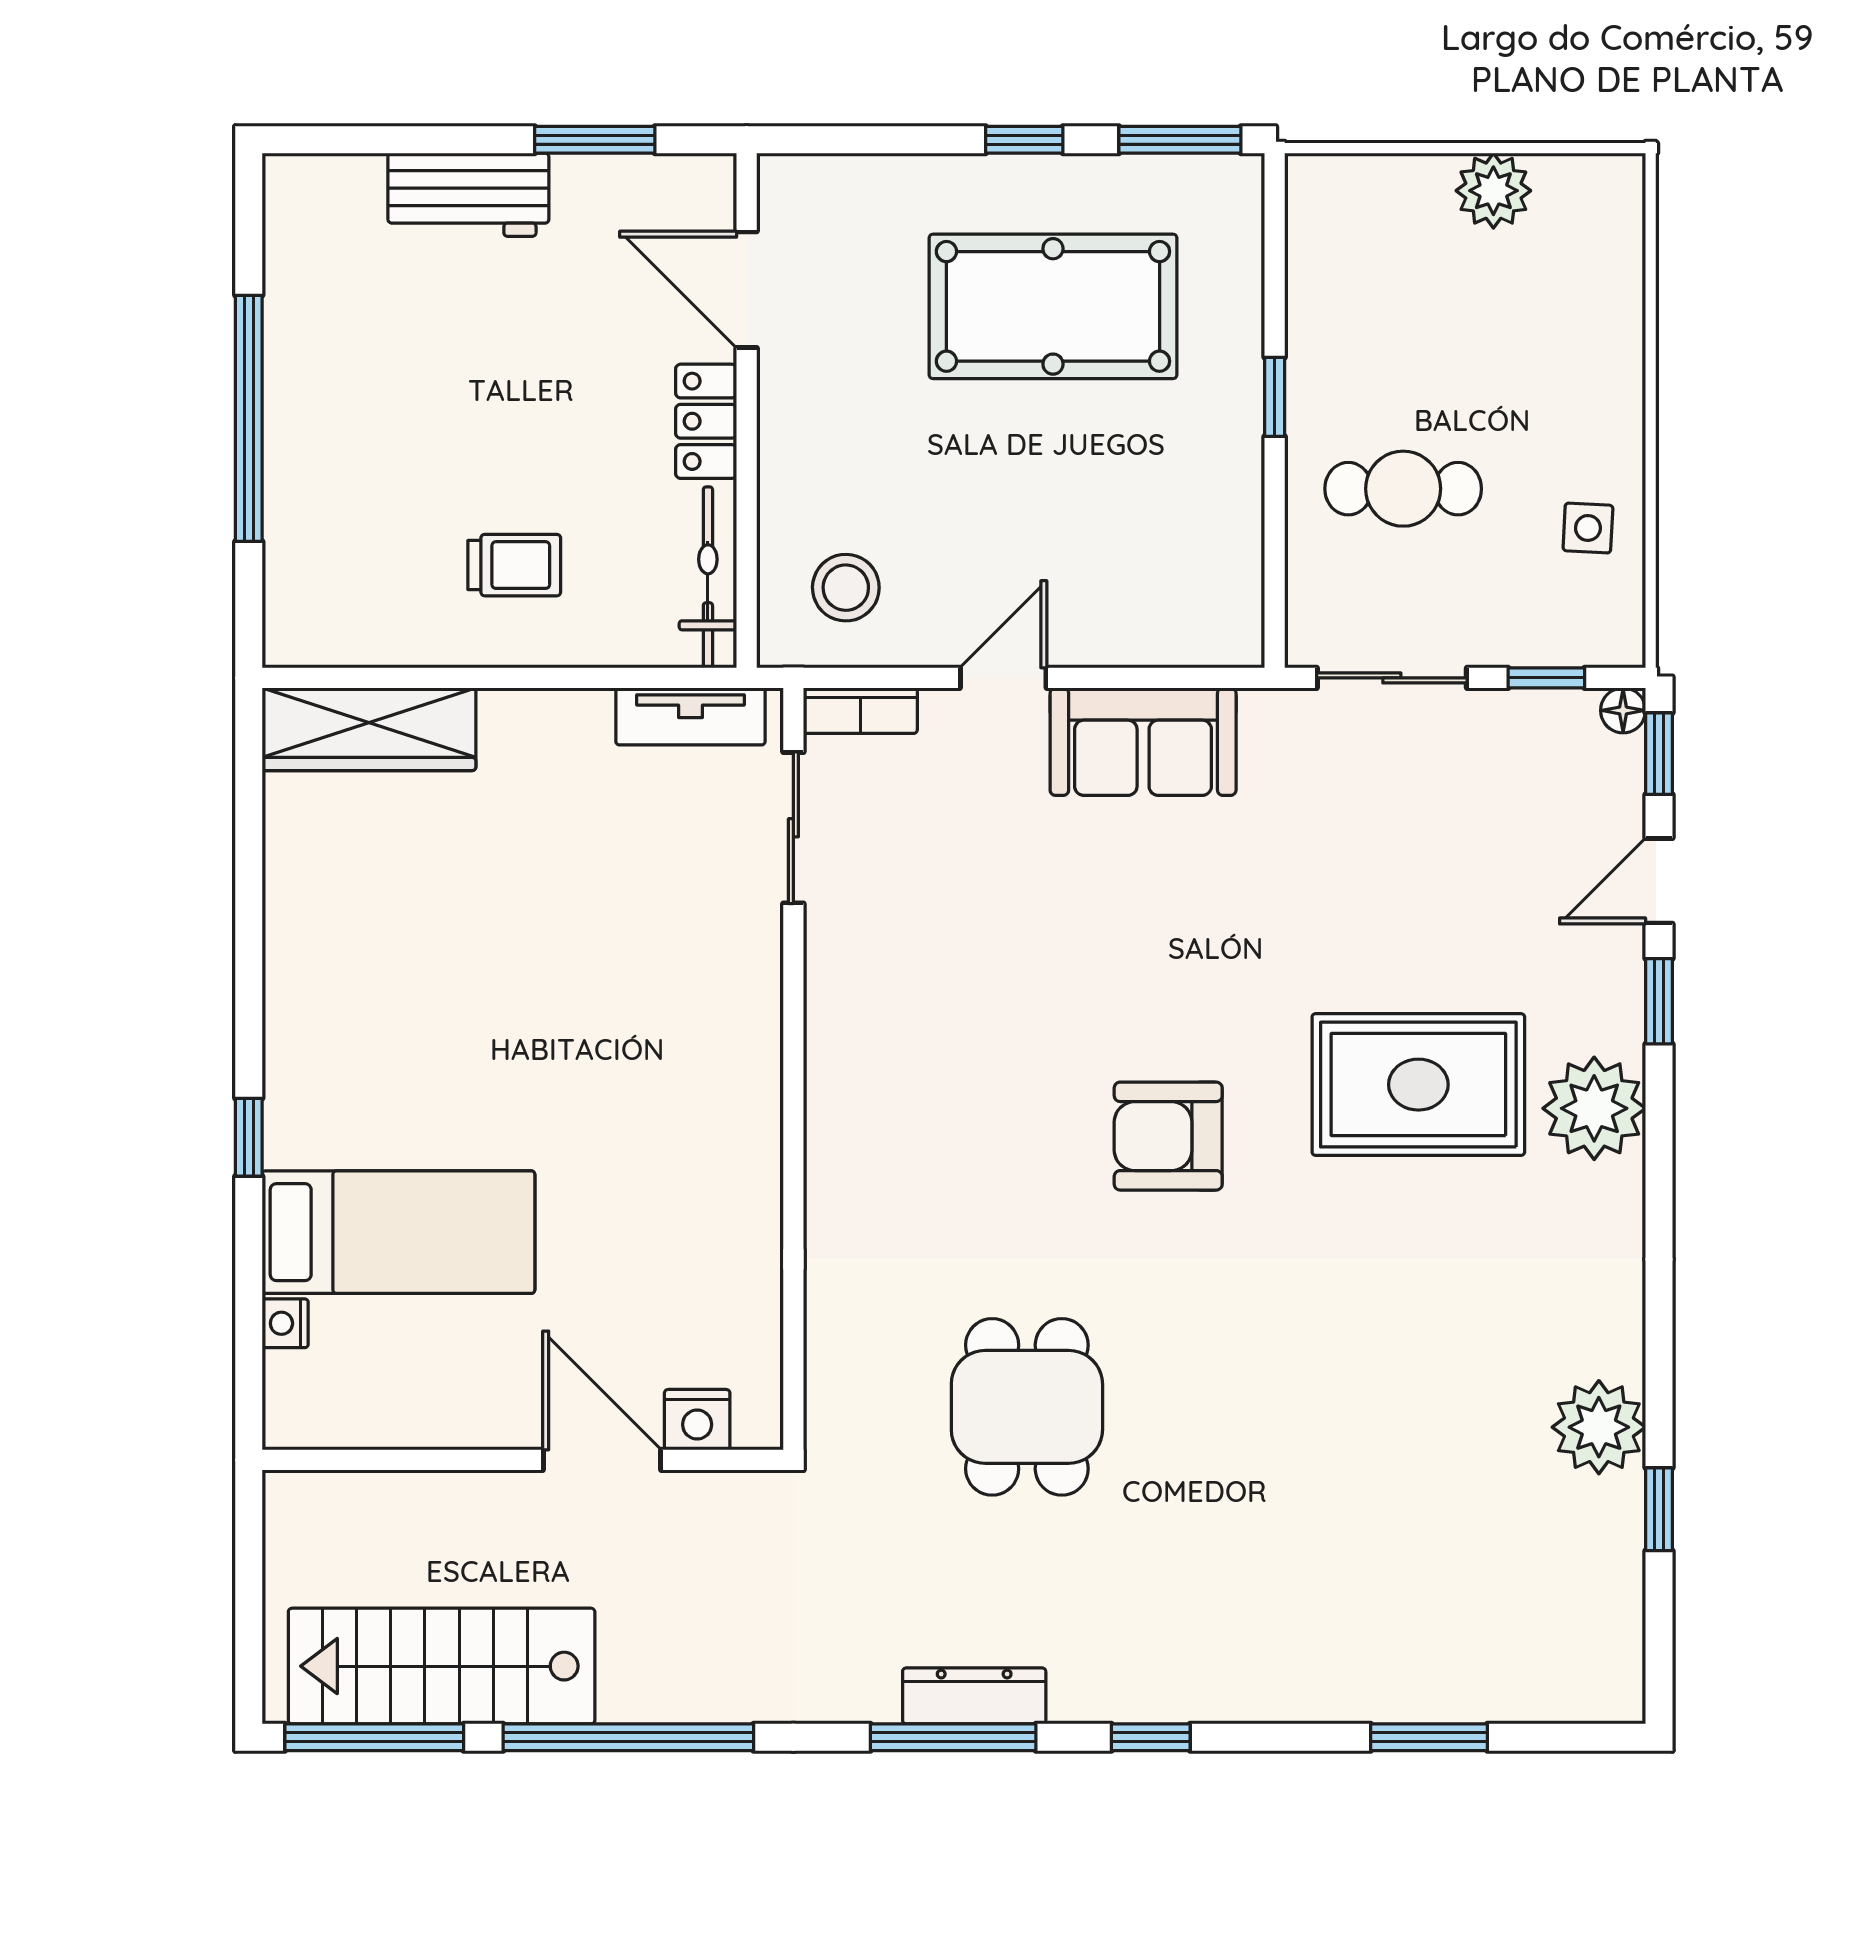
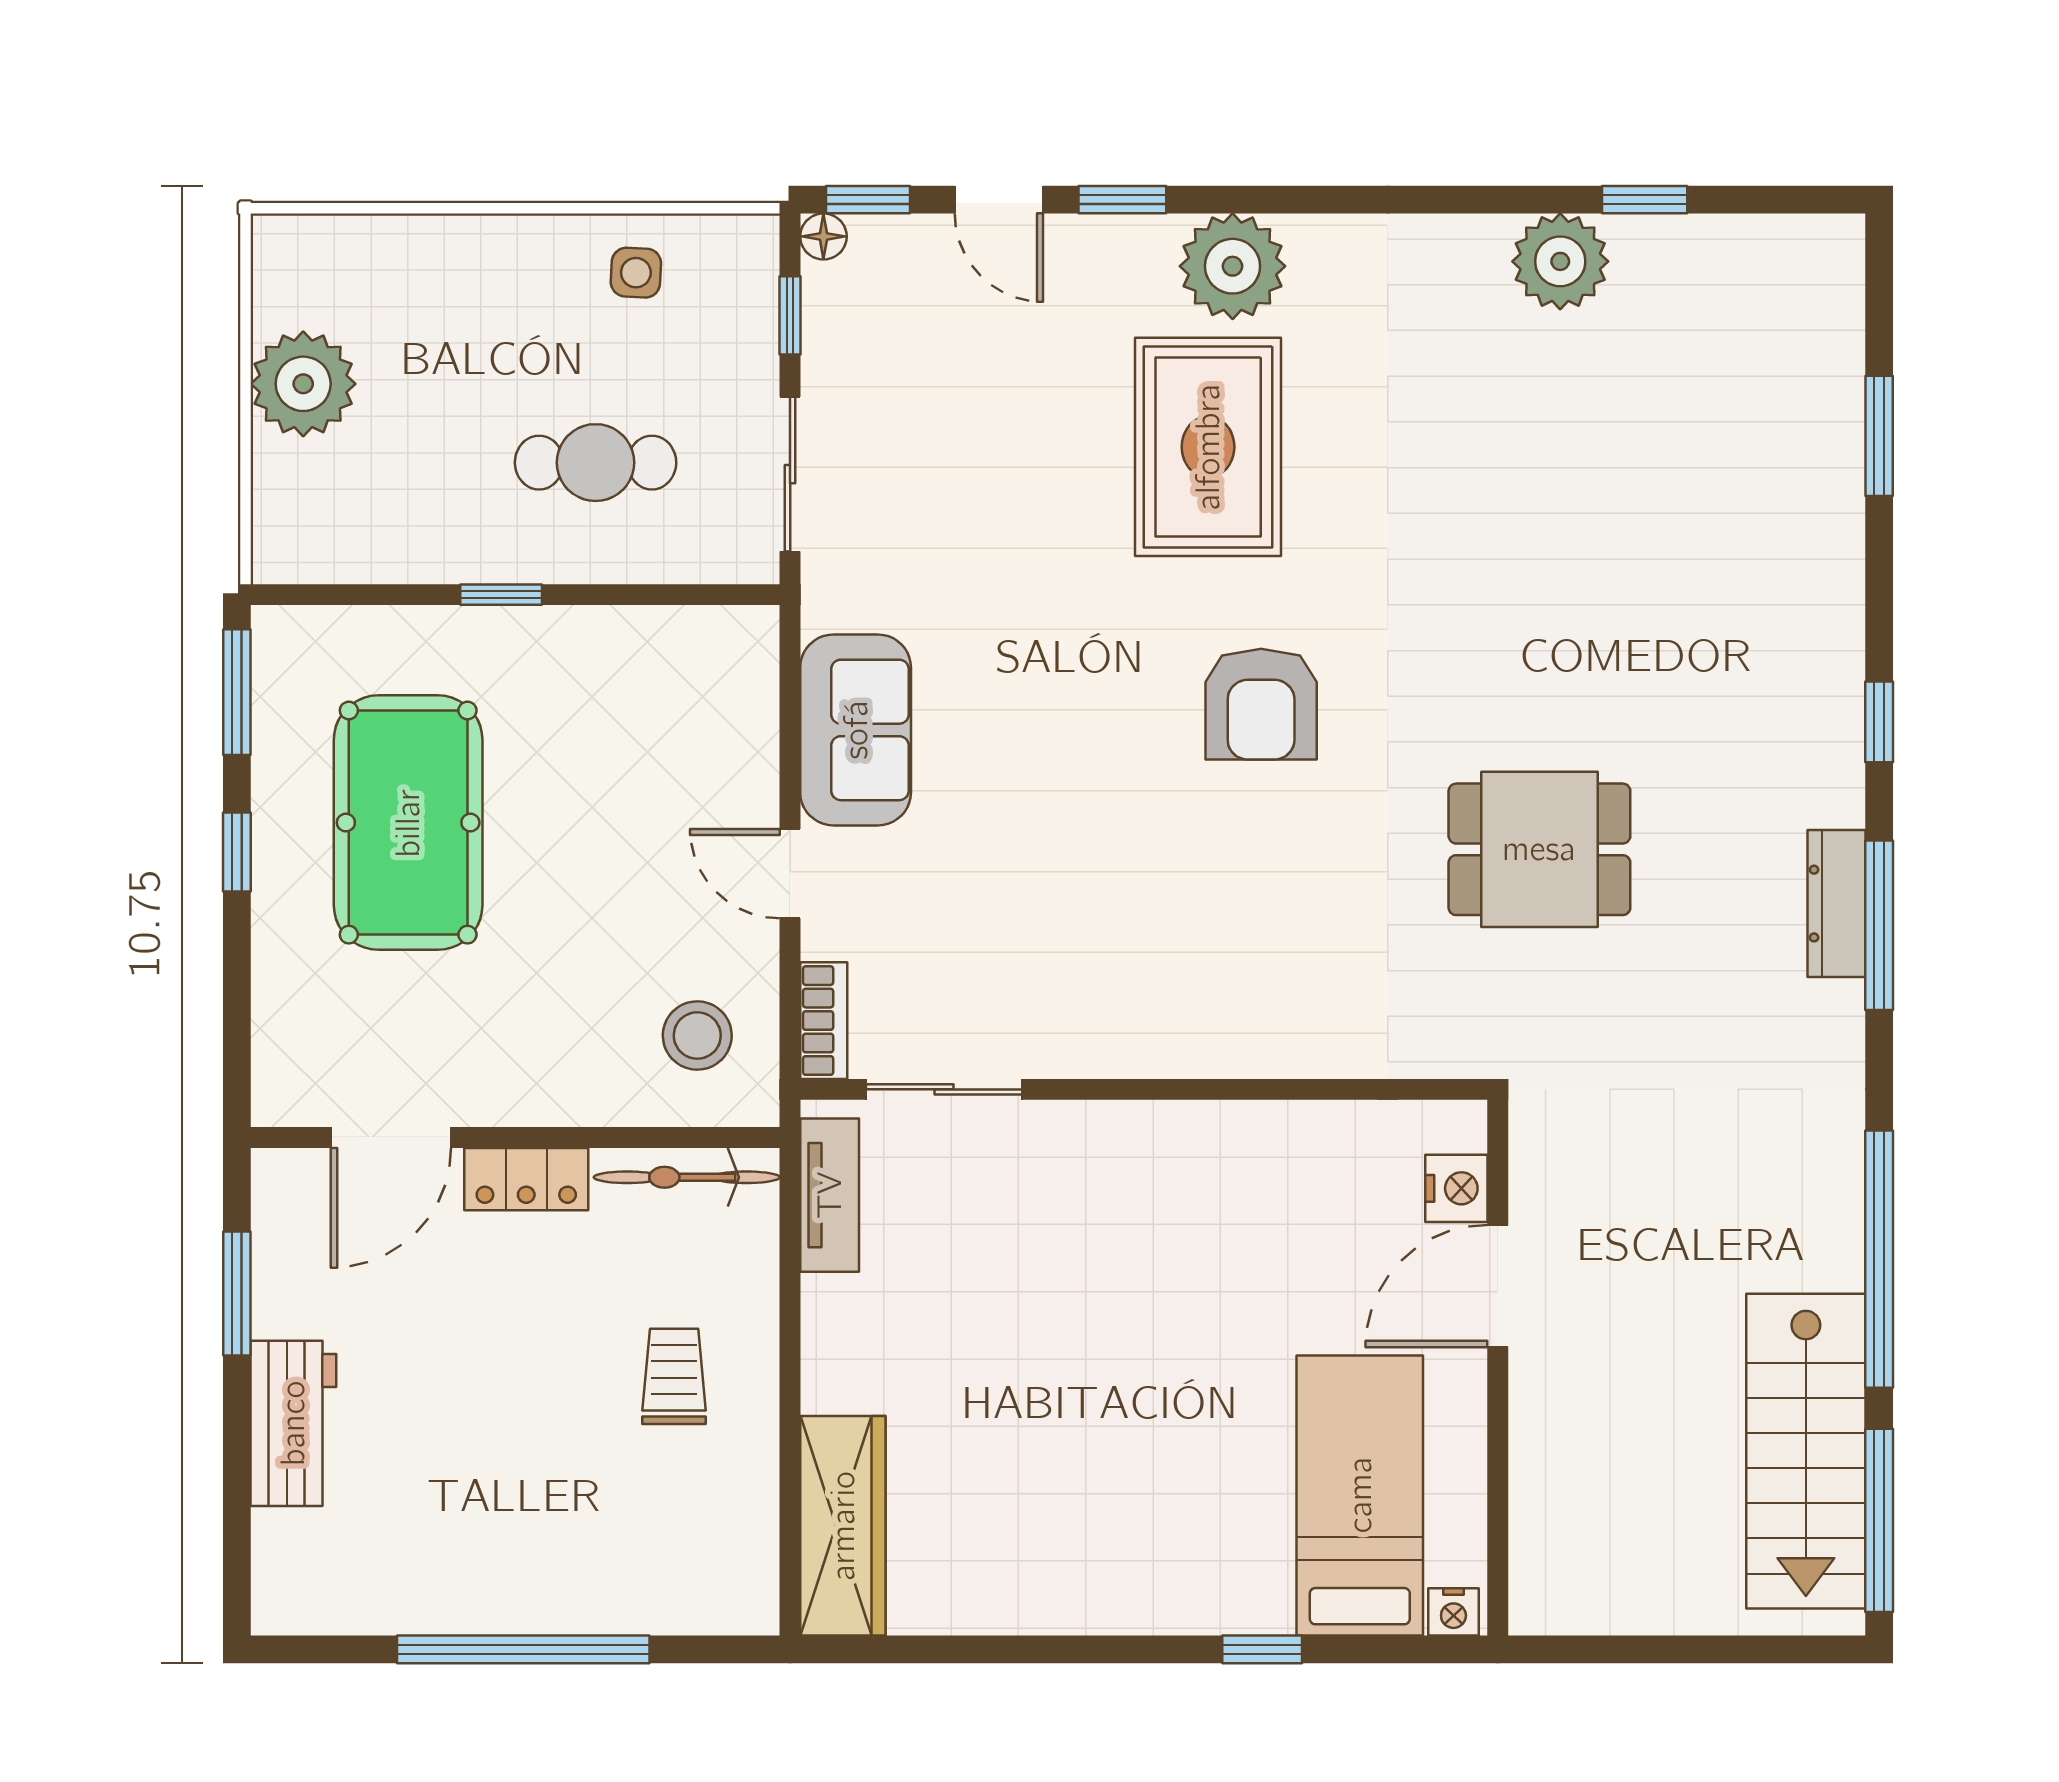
plant: (1493, 191) -> (303, 384), width x1.36, depth x1.36
cafe table: (1403, 489) -> (596, 463), turned 90
nightstand: (697, 1420) -> (1456, 1188), moved
wall: (523, 1460) -> (1498, 1368), moved
door: (602, 1460) -> (1498, 1286), moved

